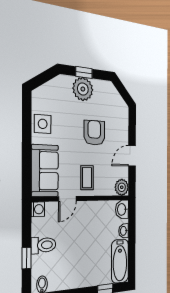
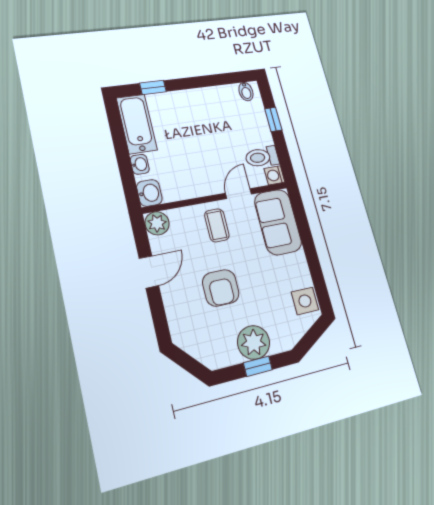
side table: (43, 124) -> (305, 301), moved
toilet: (44, 245) -> (262, 157), moved

